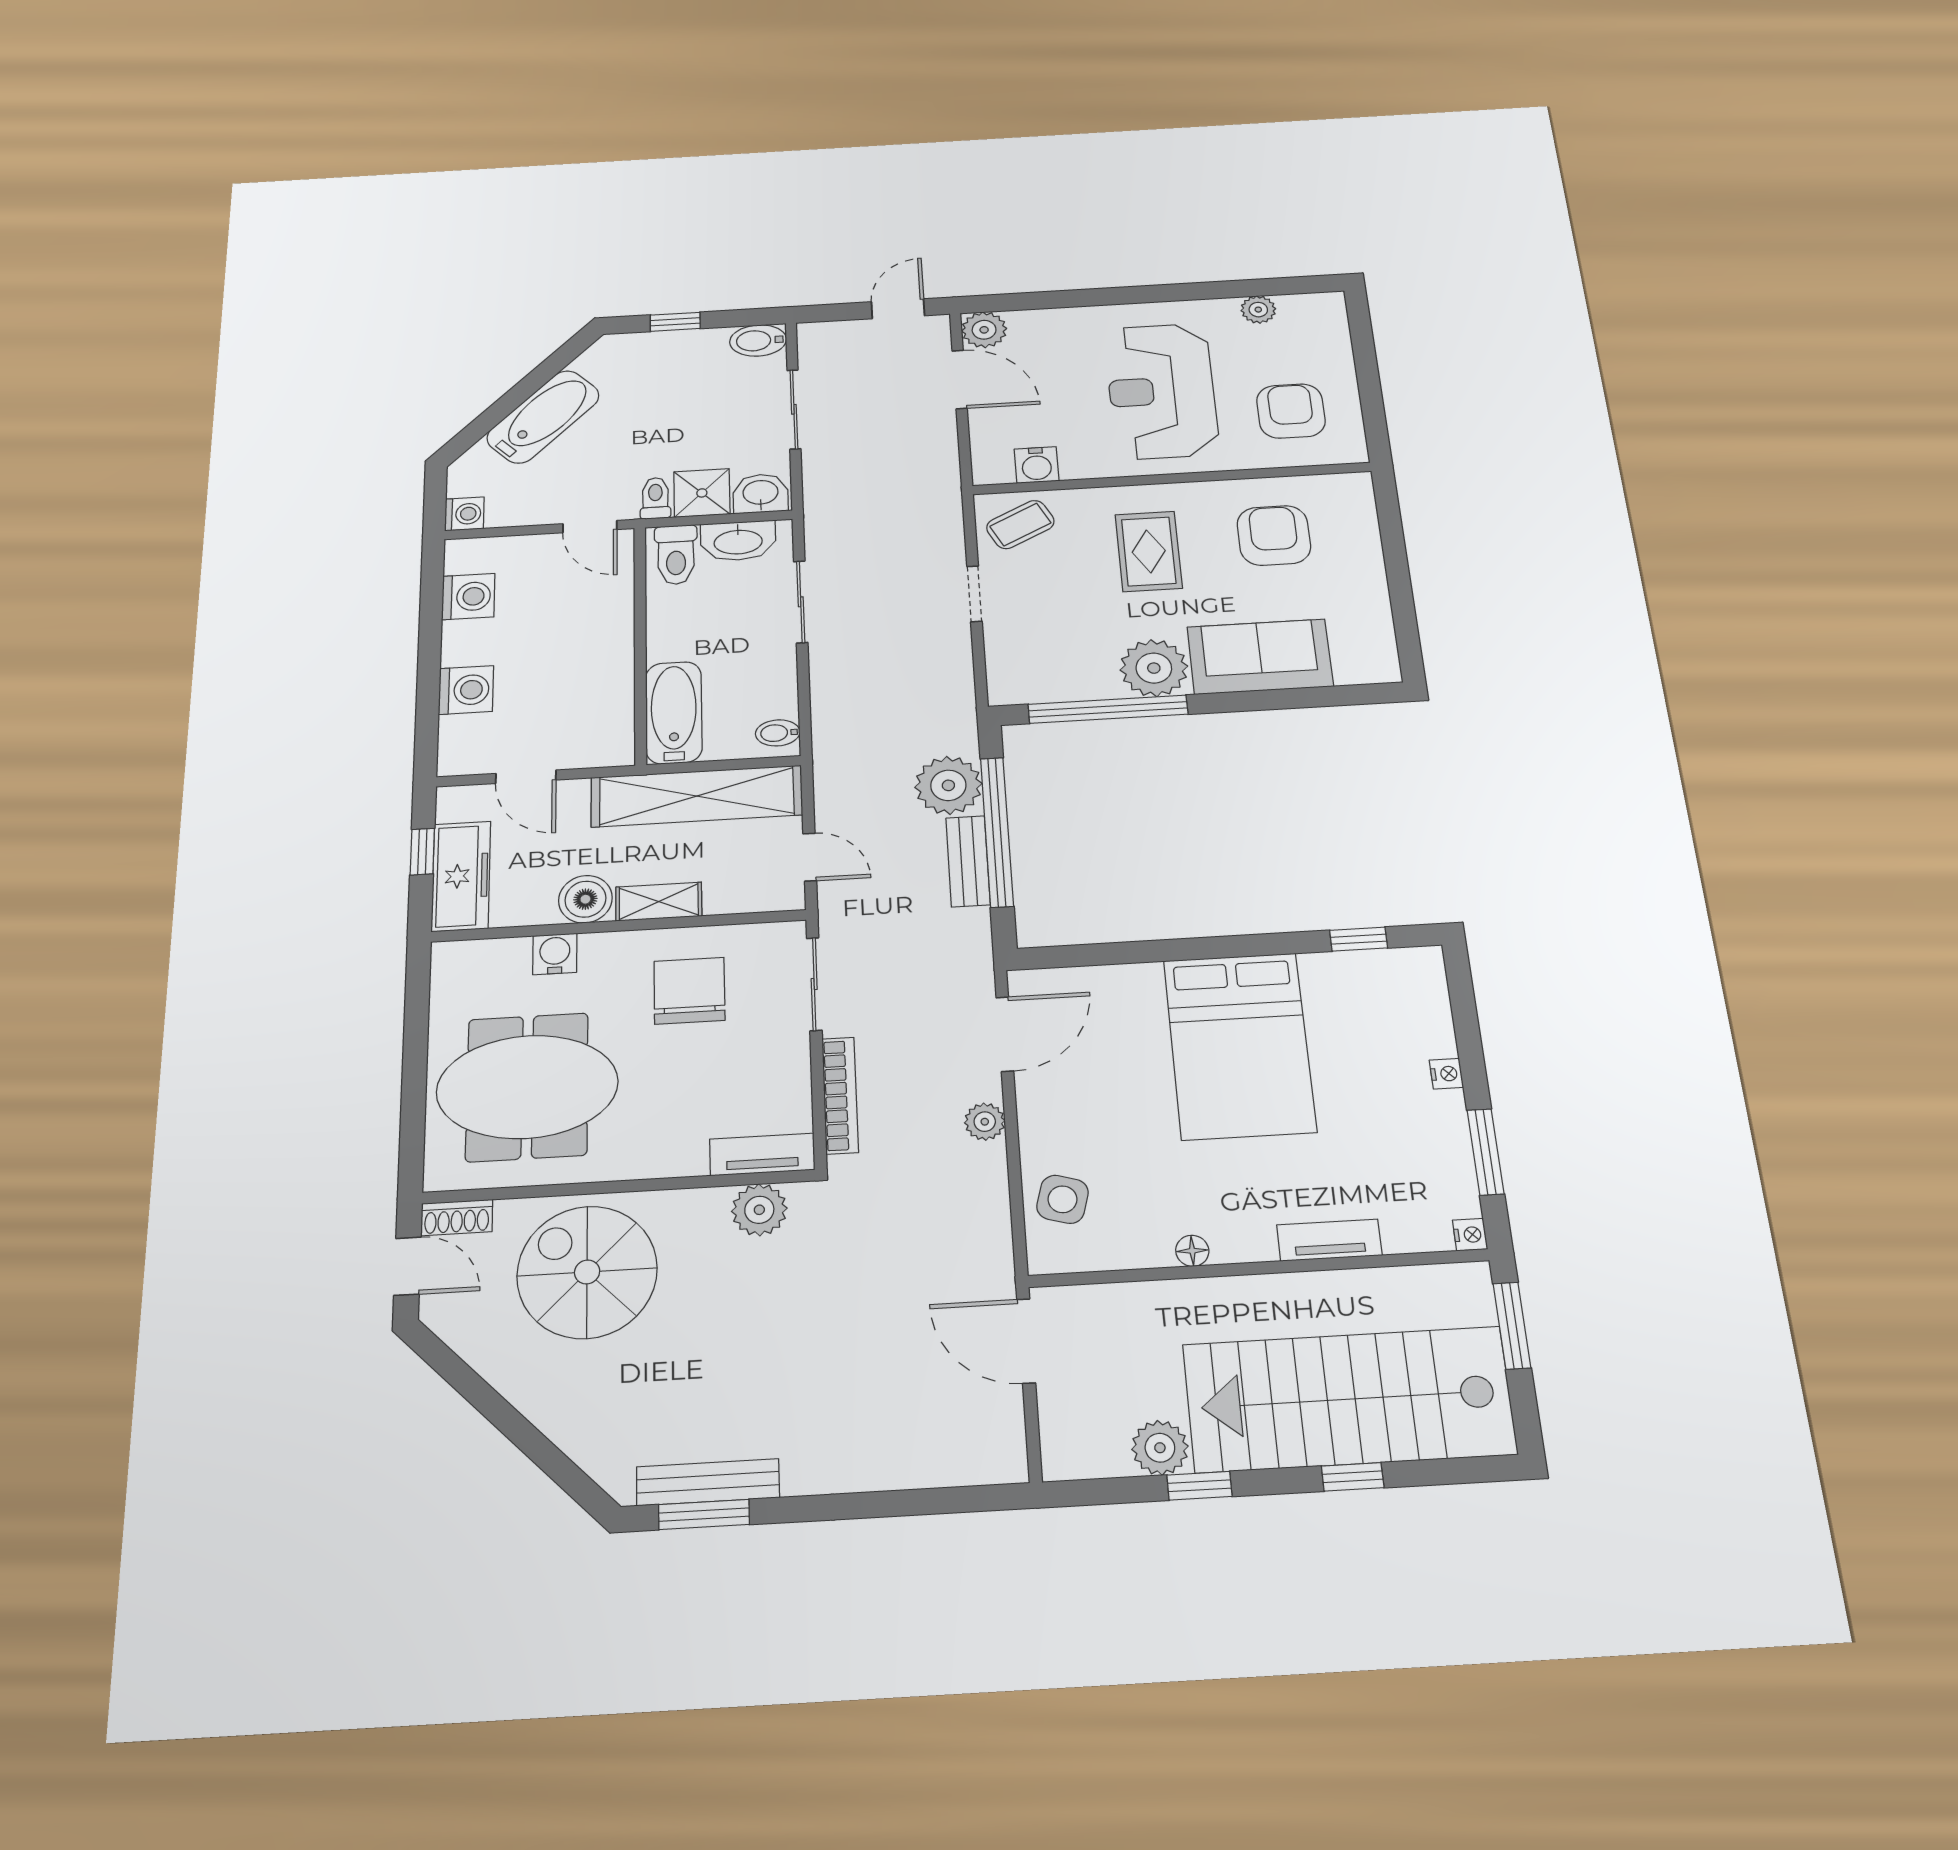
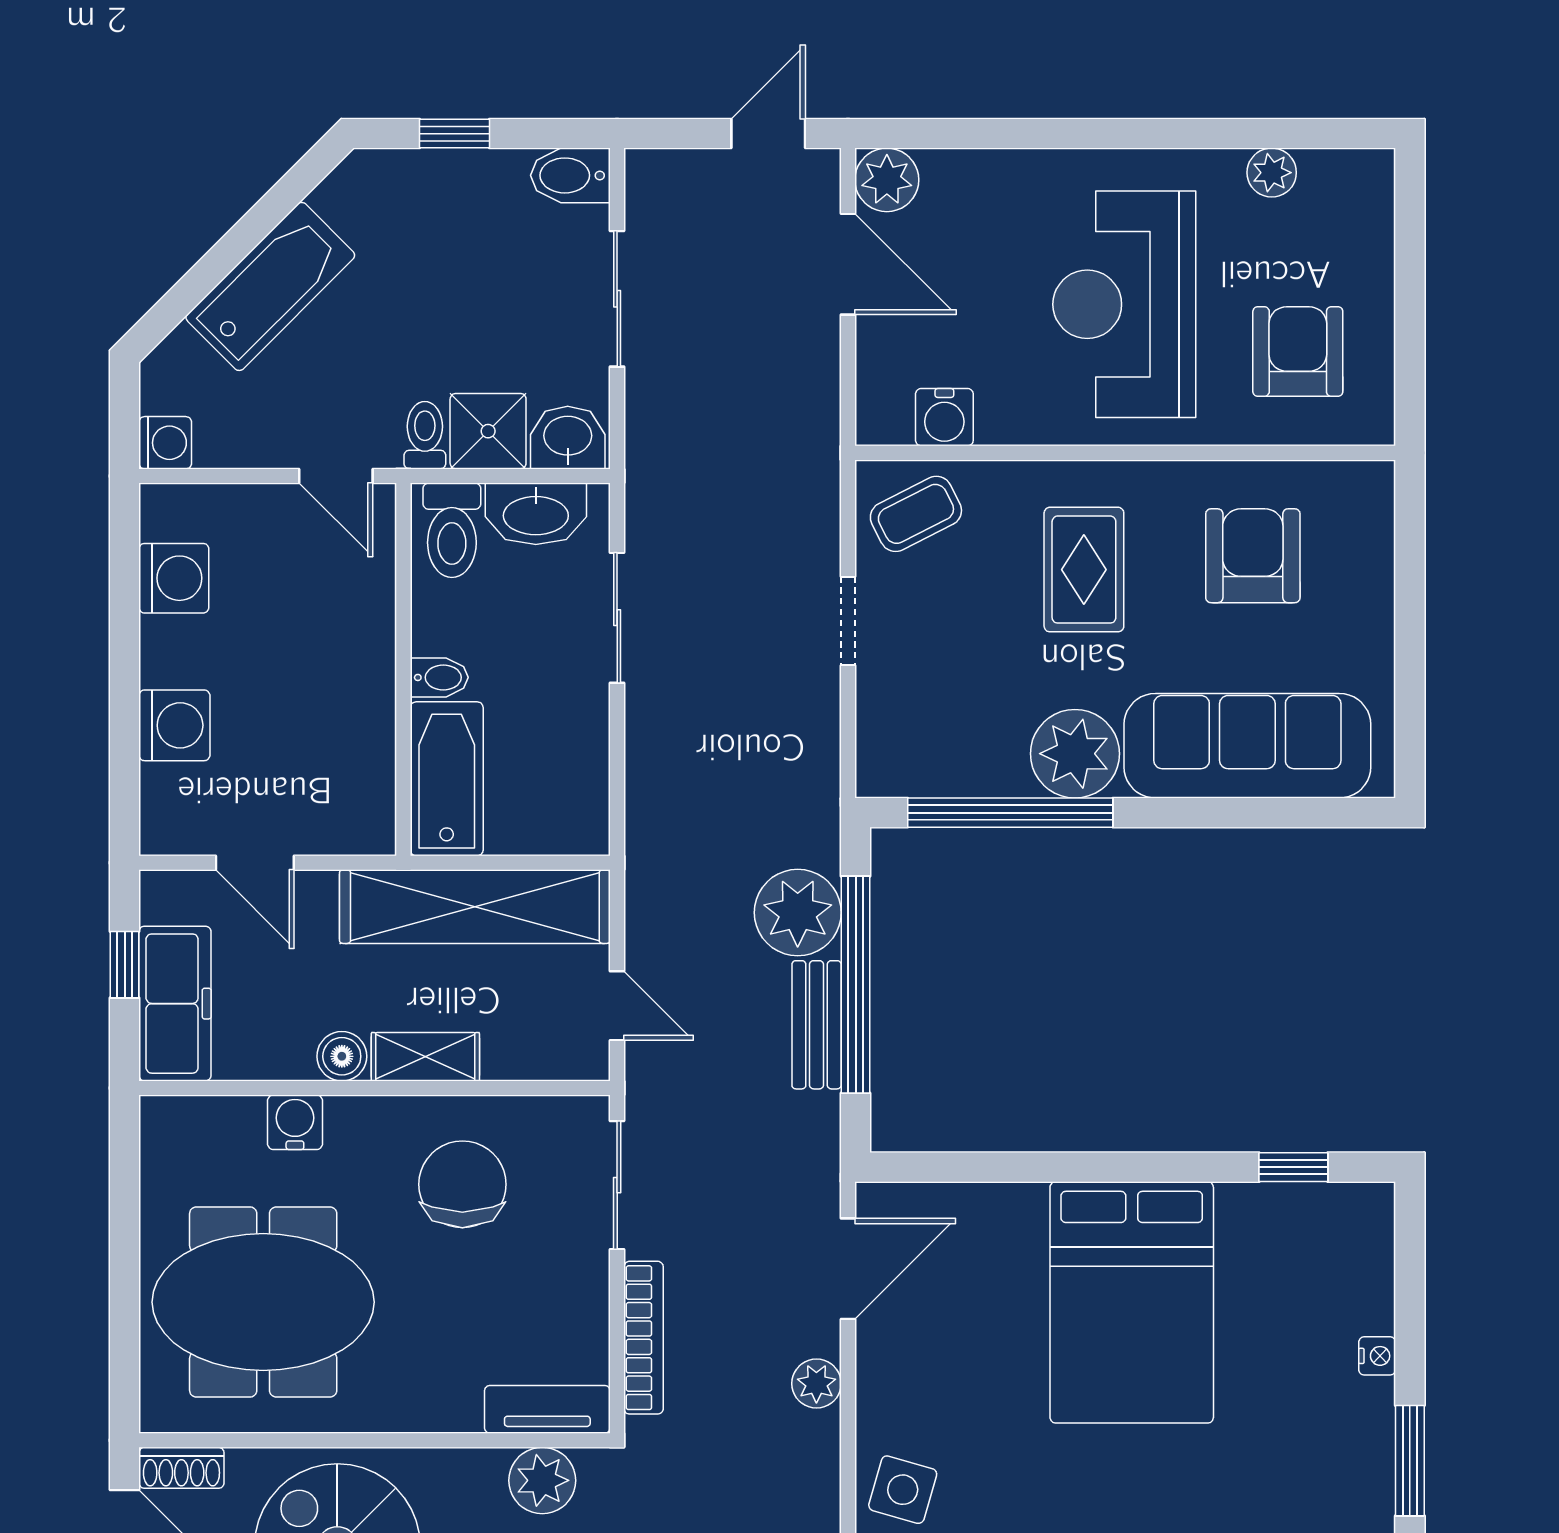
sofa: (1260, 657) -> (1247, 746), width x1.36
bidet: (778, 733) -> (439, 677), moved, turned 180
boiler: (585, 899) -> (342, 1056), width x0.73, depth x0.73

